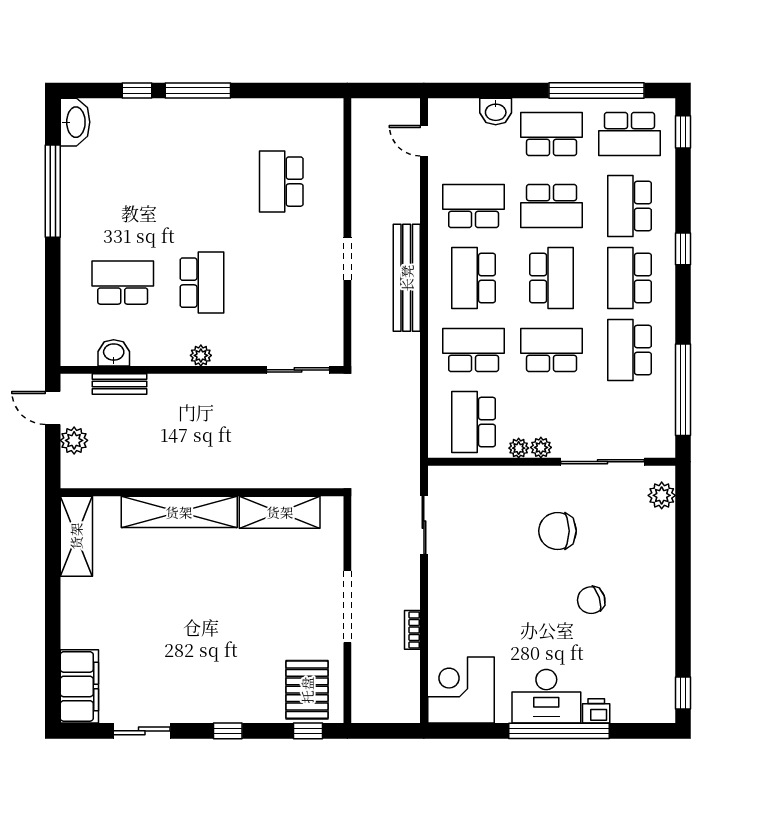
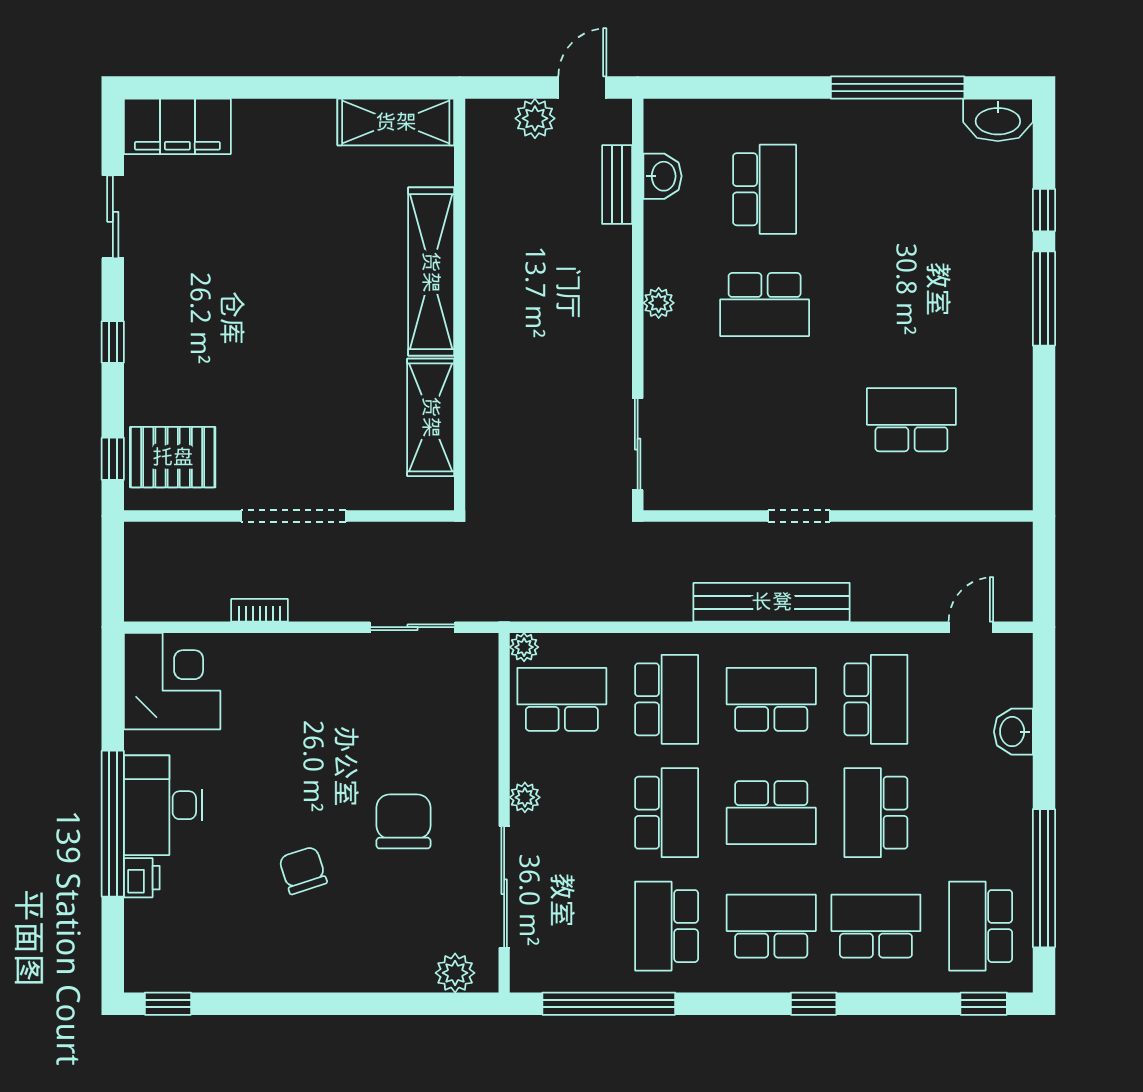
school desk: (552, 134) -> (981, 813), removed
school desk: (629, 350) -> (667, 926), turned -90
plant: (519, 448) -> (524, 647), moved

